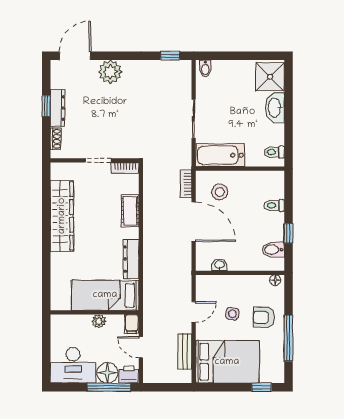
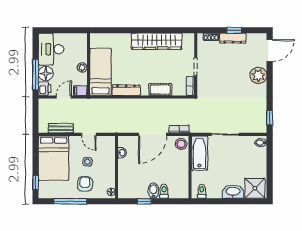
door: (75, 56) -> (270, 51), hinge flipped
stool: (220, 192) -> (181, 144), moved
bidet: (273, 250) -> (153, 191), moved

